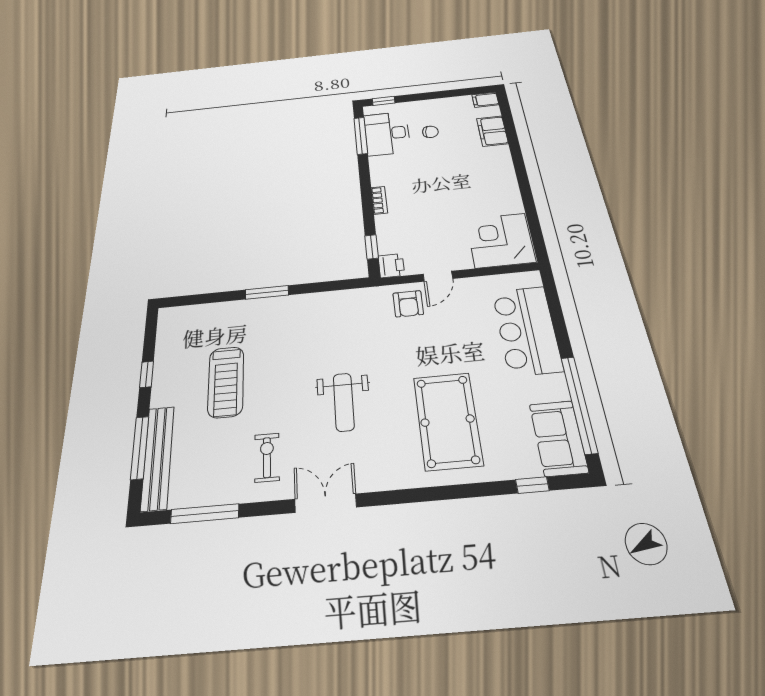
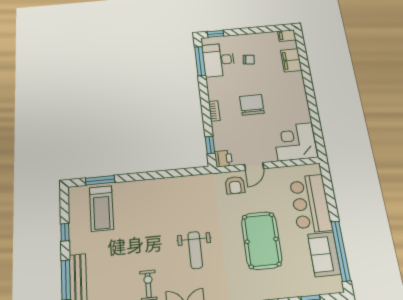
chair: (435, 191) -> (252, 105), added
window: (267, 292) -> (100, 180), moved
treadmill: (226, 382) -> (101, 208), moved
pool table: (448, 421) -> (262, 240), moved
sofa: (558, 438) -> (324, 254), moved

